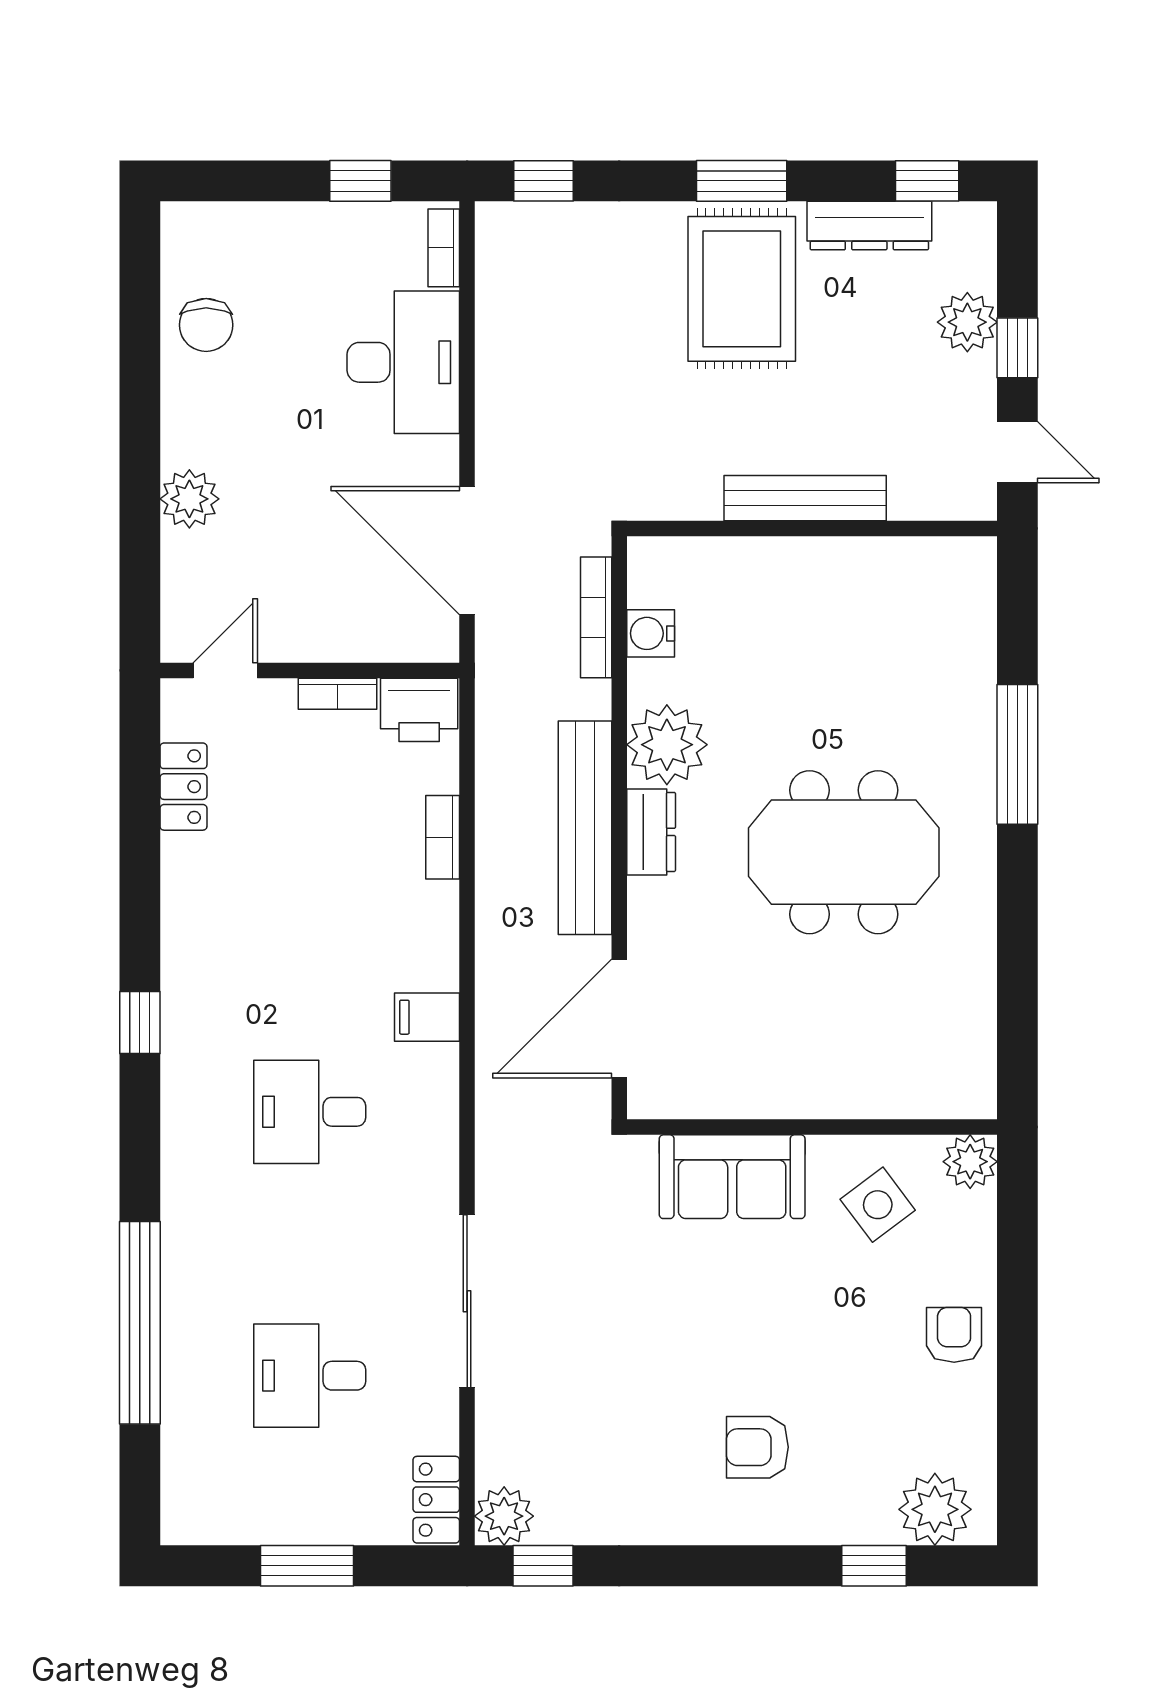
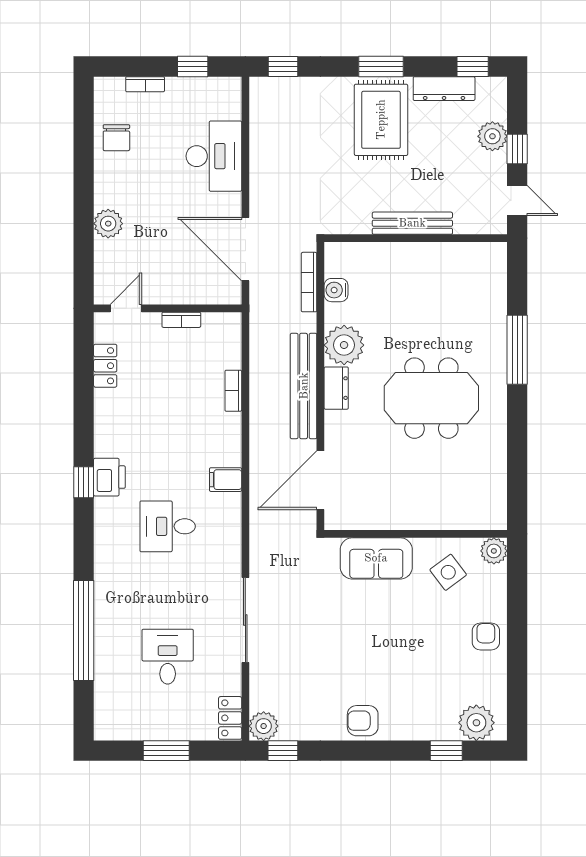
bookcase: (444, 248) -> (145, 84), moved, turned -90
printer: (419, 710) -> (109, 477), moved, turned -90
desk: (310, 1376) -> (168, 657), turned 90
armchair: (757, 1447) -> (363, 721), moved

